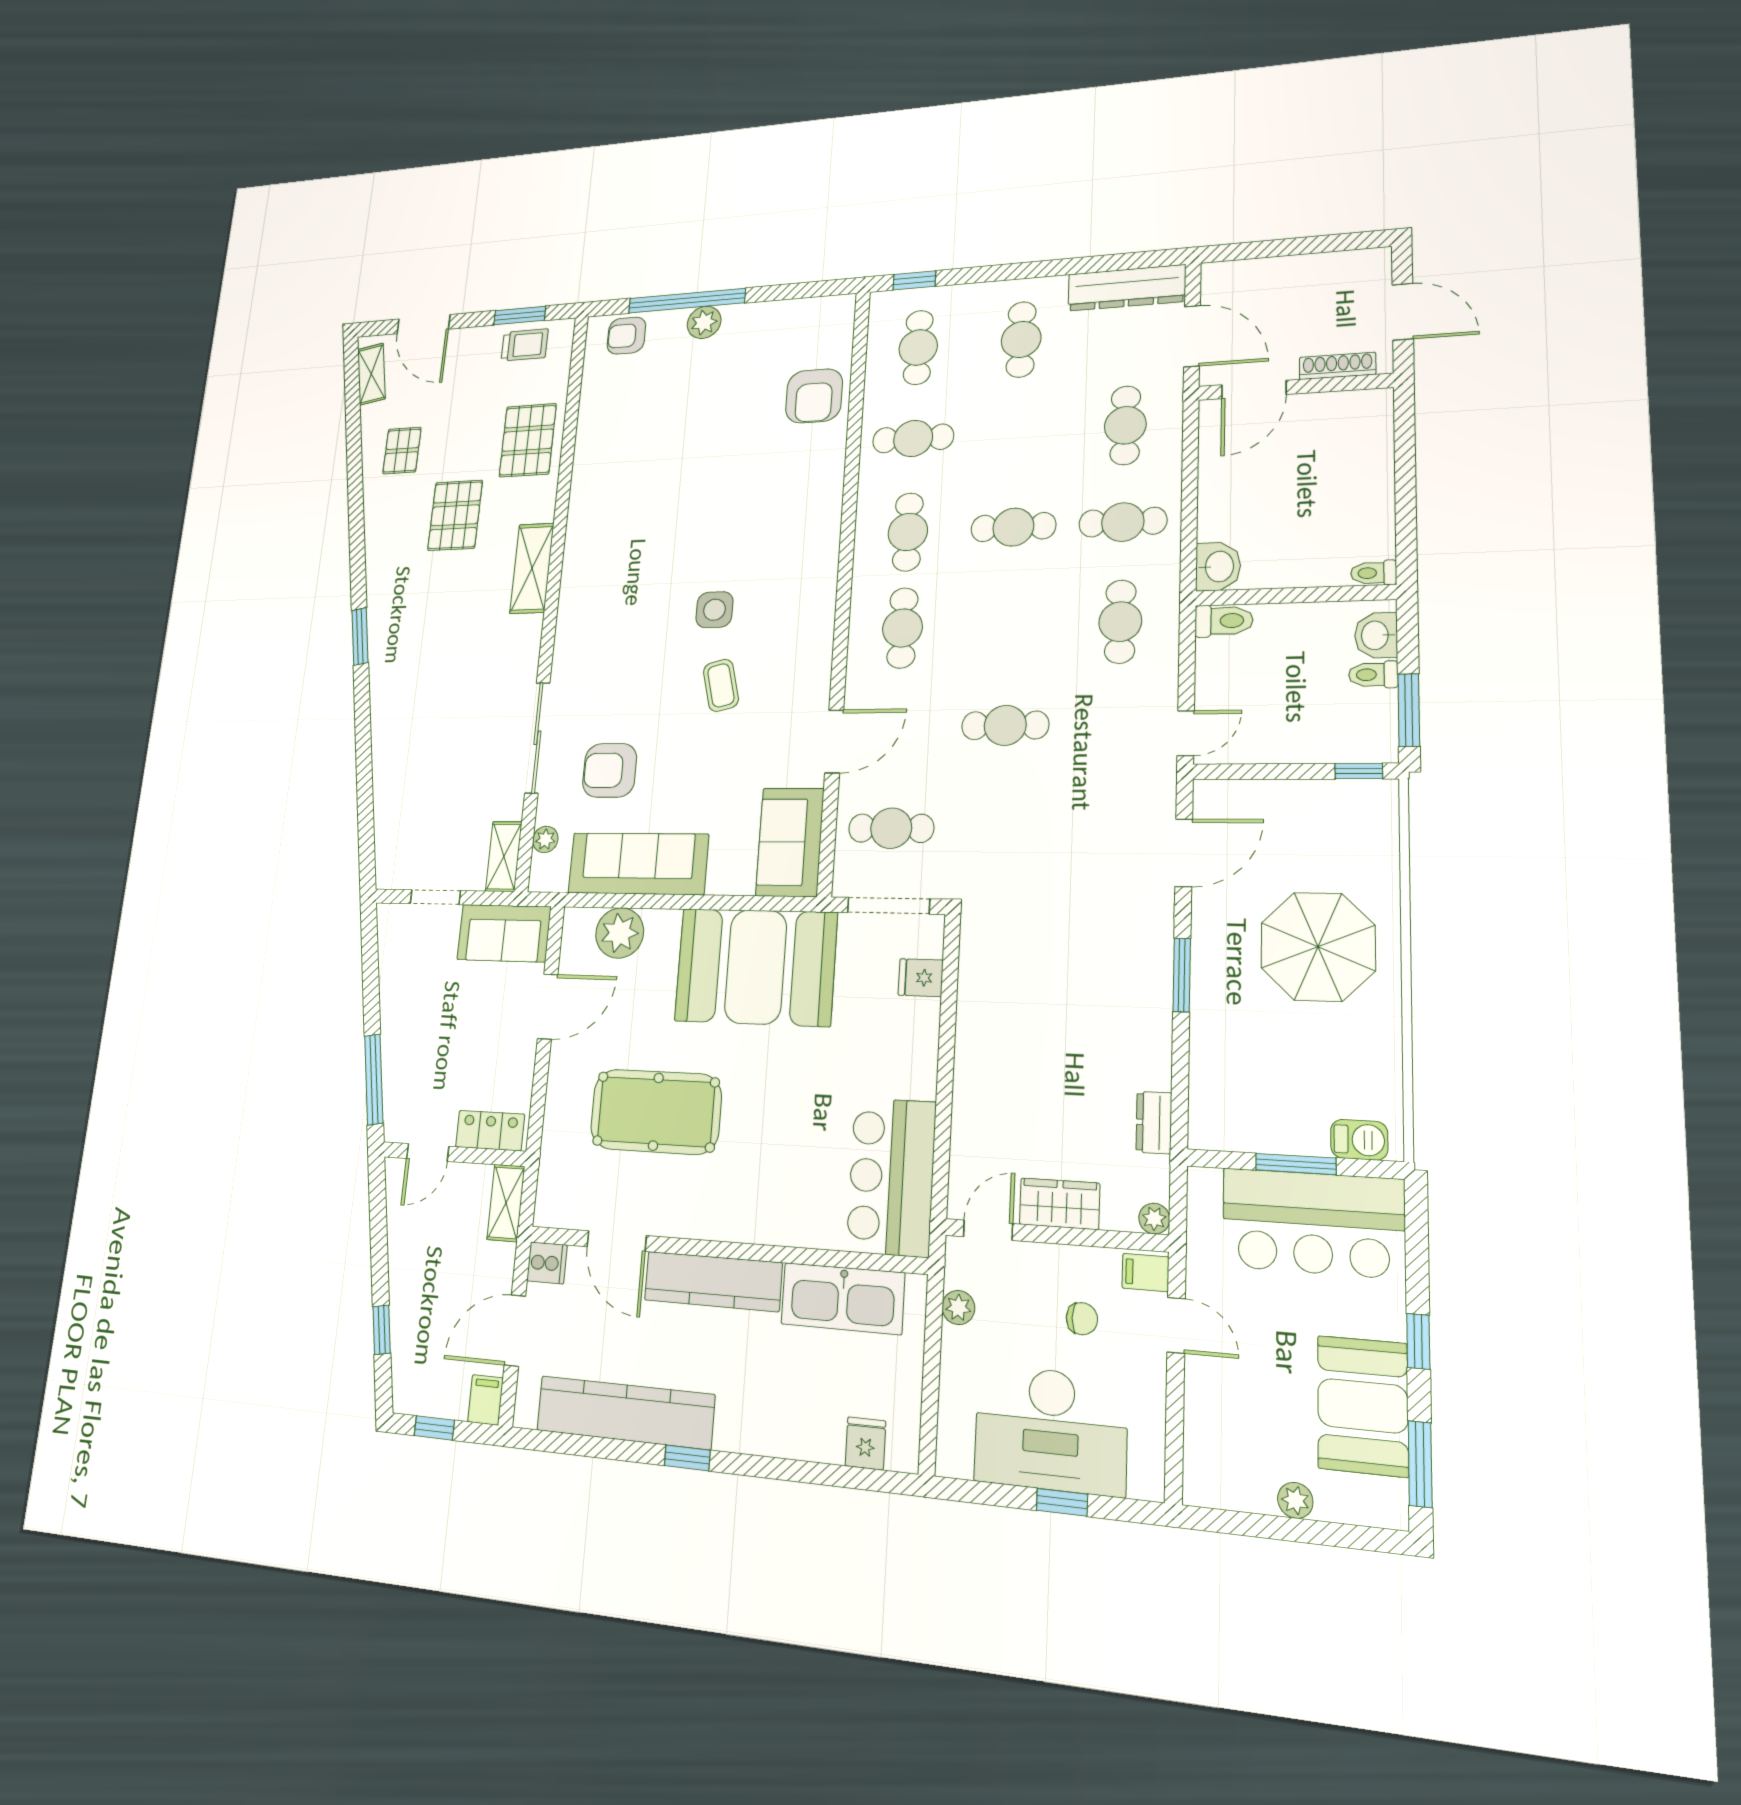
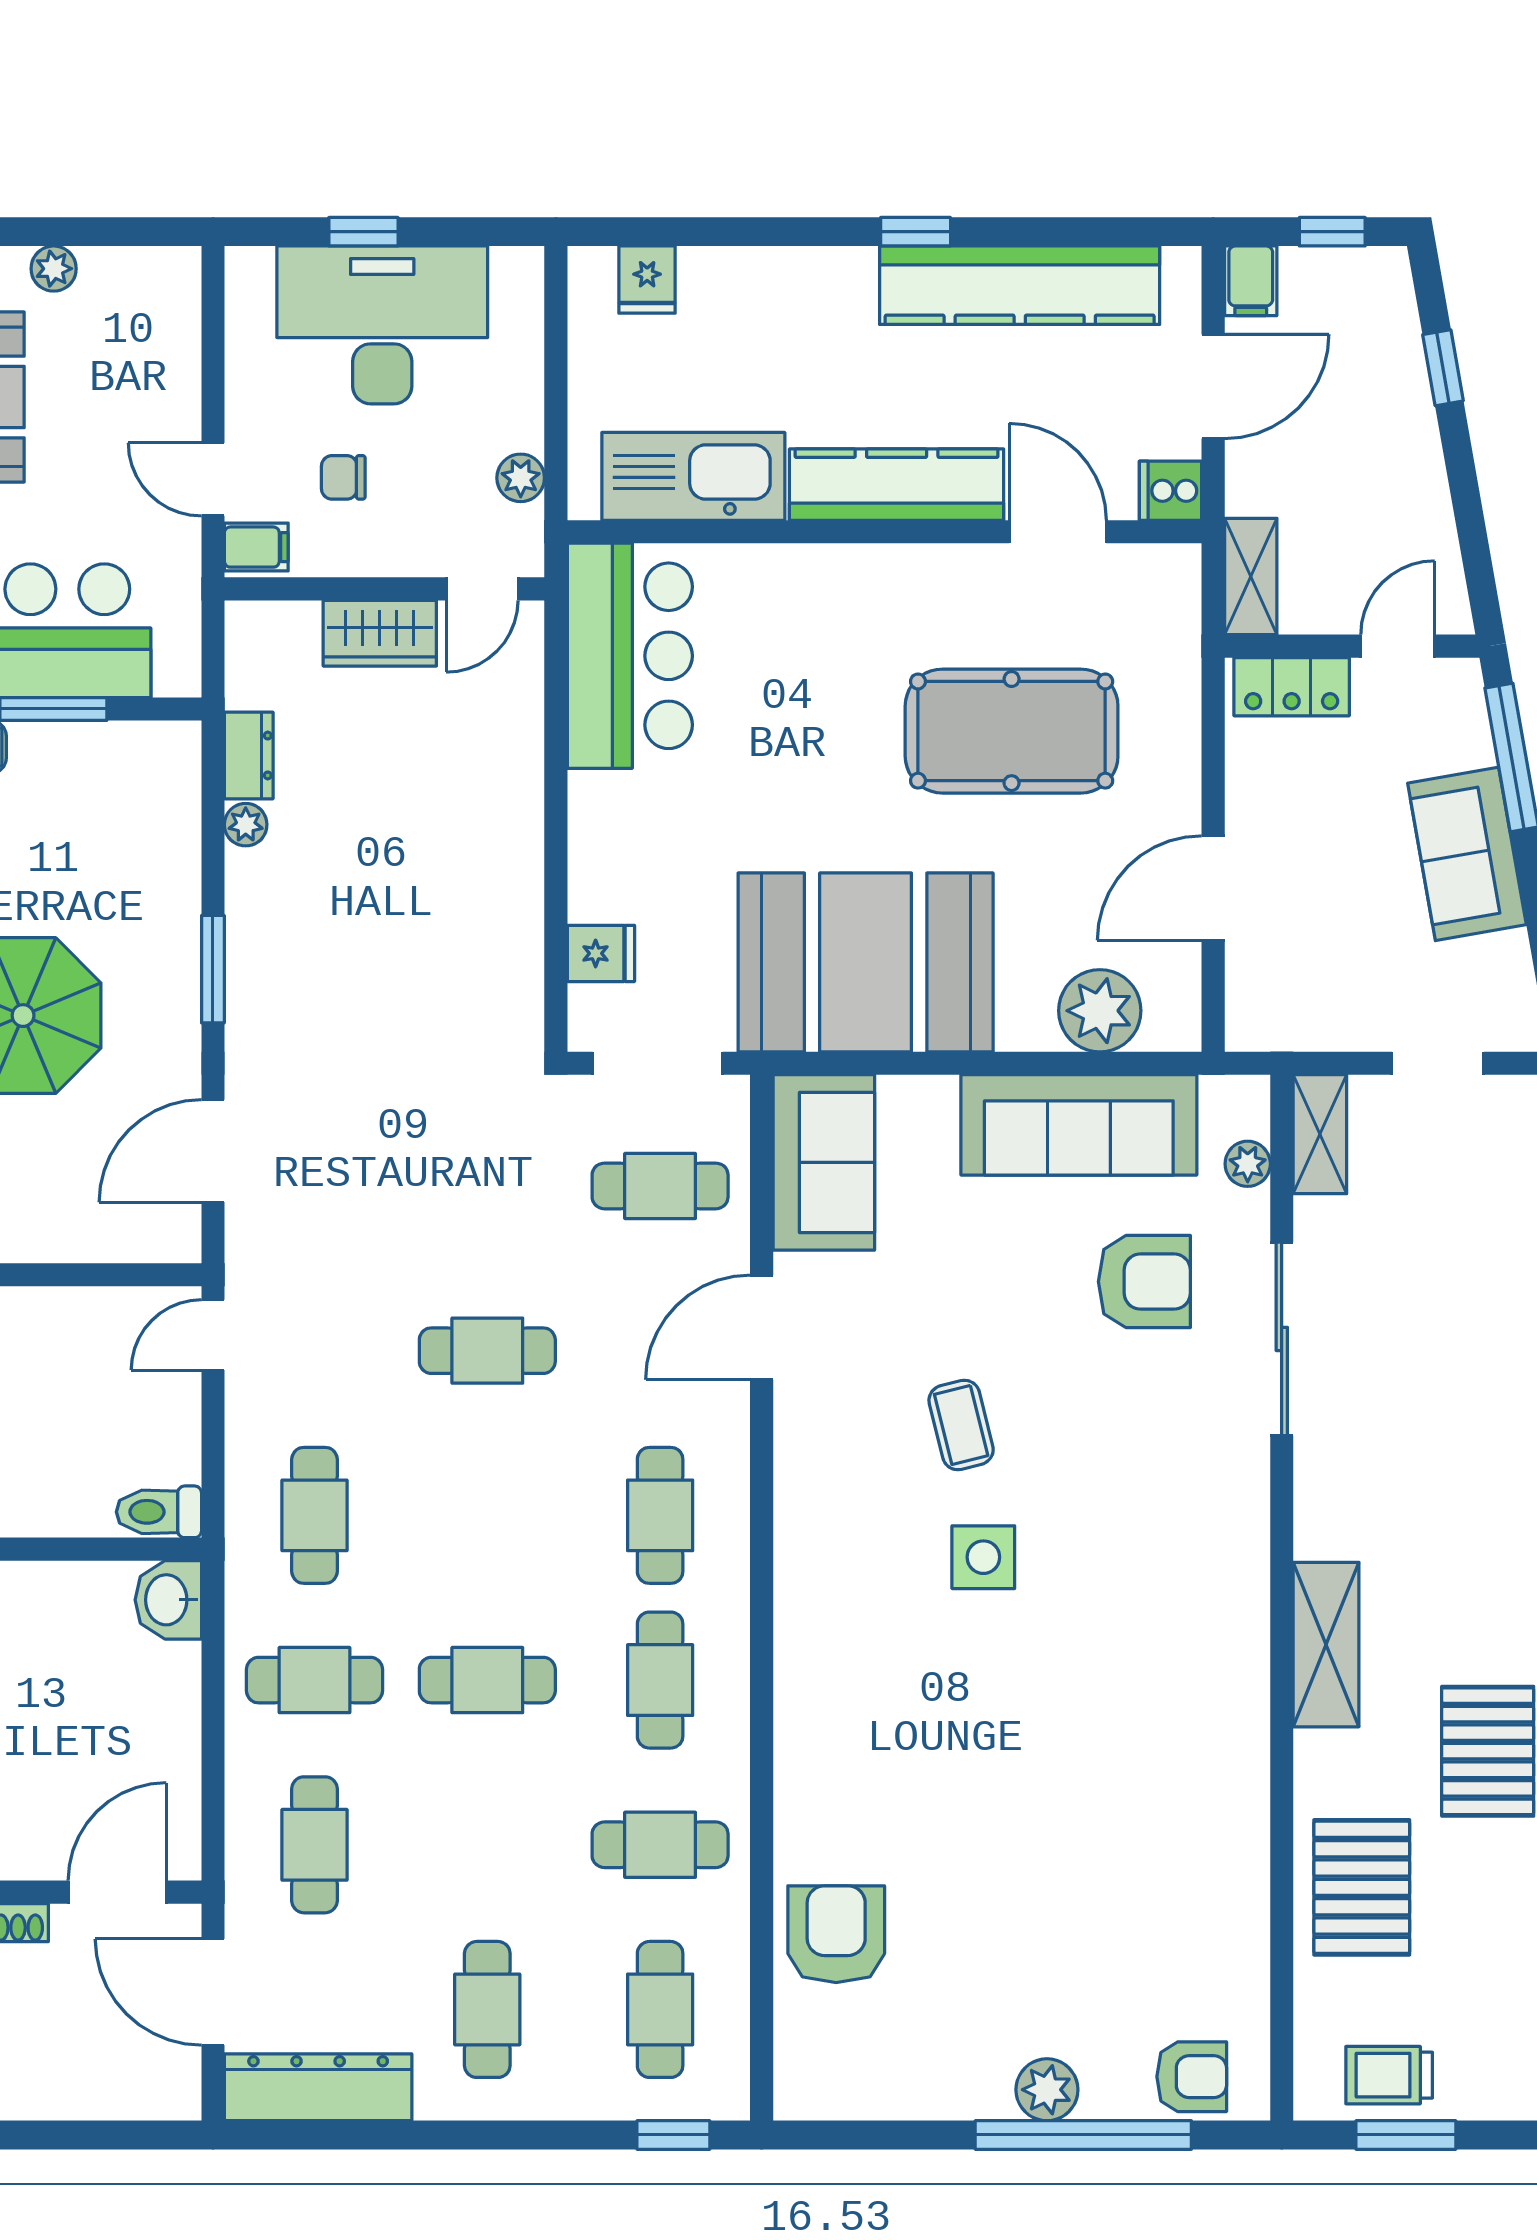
sofa: (504, 933) -> (1467, 854), moved, turned -100
plant: (1154, 1219) -> (246, 825), moved

